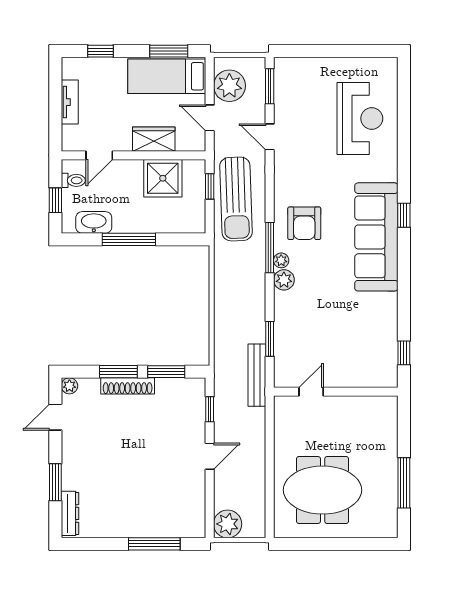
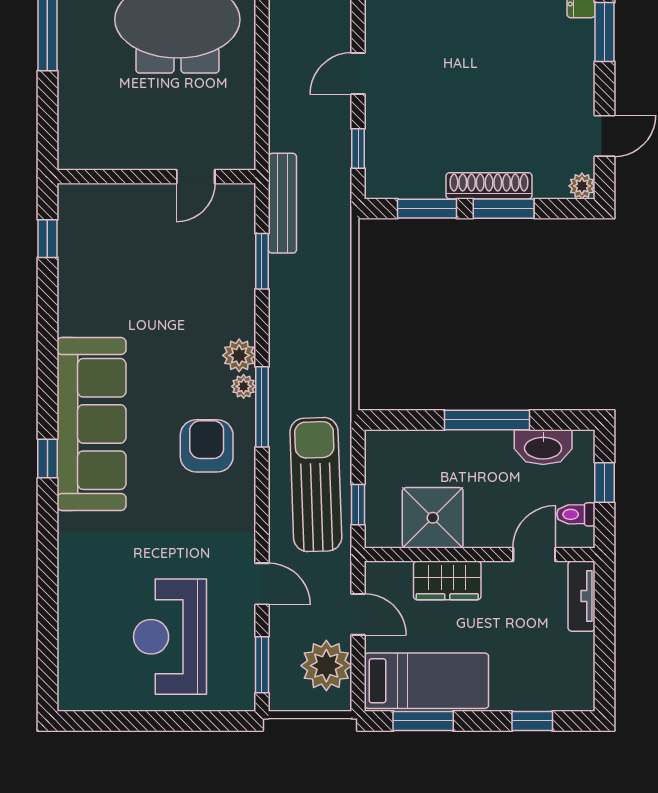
tv unit: (70, 102) -> (582, 596), moved
reception desk: (360, 118) -> (170, 637), moved

